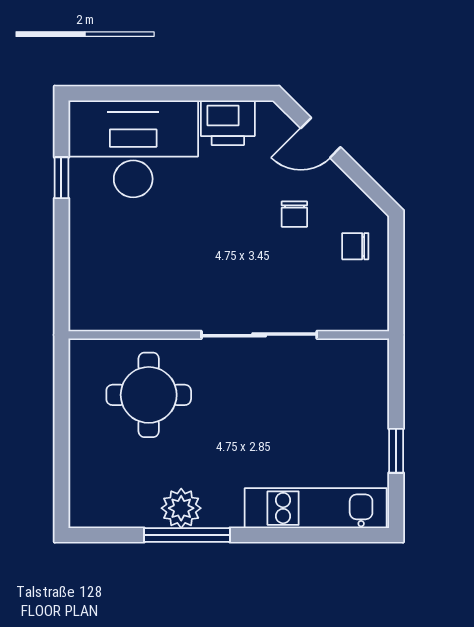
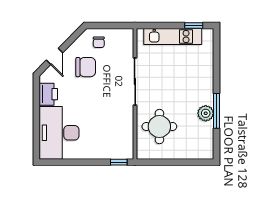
window: (61, 178) -> (119, 162), moved
chair: (294, 214) -> (86, 67), width x1.87, depth x1.87
window: (396, 451) -> (194, 26), moved
kitchen unit: (316, 508) -> (173, 37), moved, turned -90

